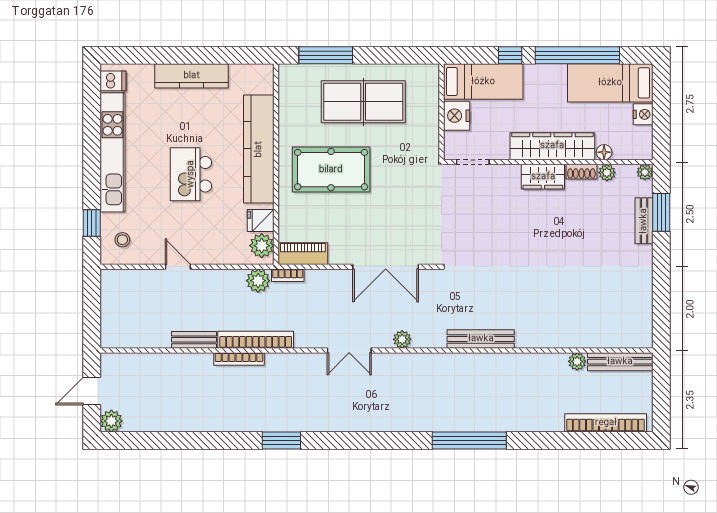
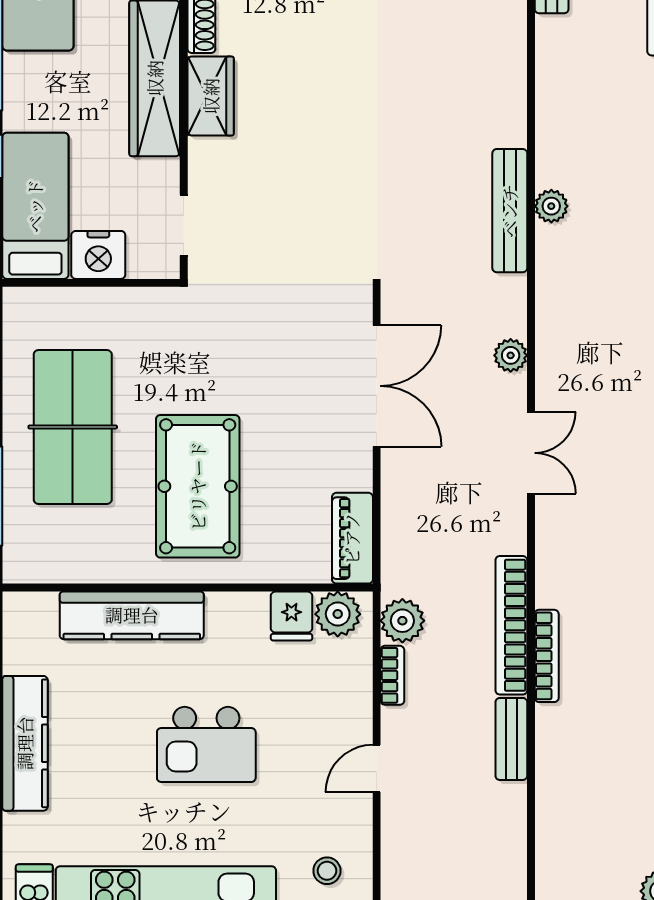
kitchen counter: (259, 149) -> (132, 615), width x0.72, depth x0.86
bookcase: (288, 275) -> (392, 675), moved
plant: (577, 361) -> (551, 206), moved

